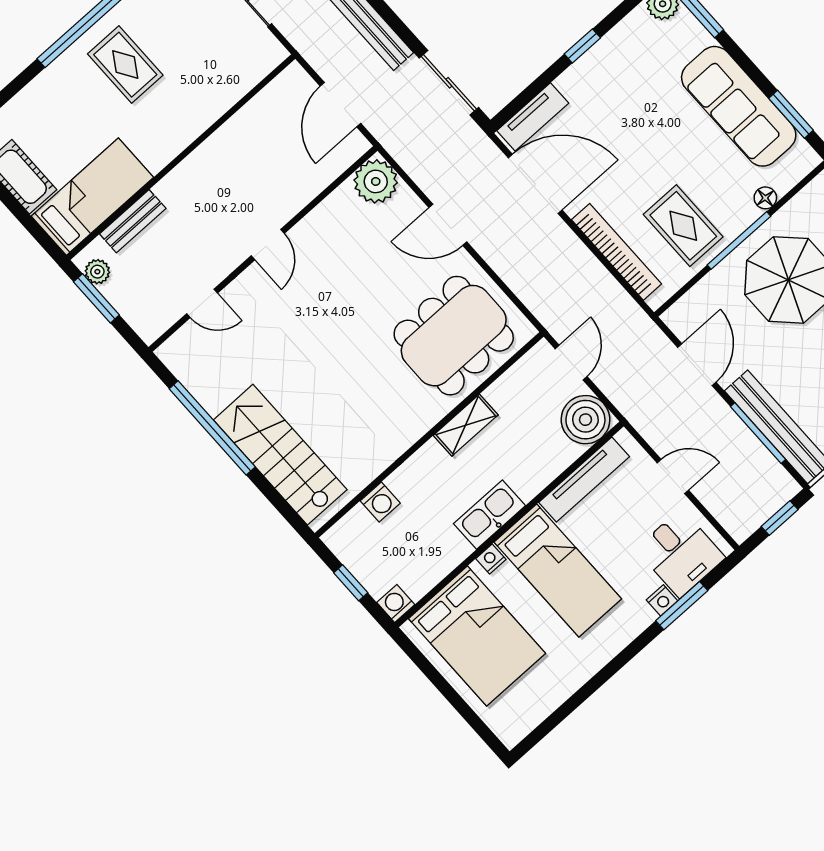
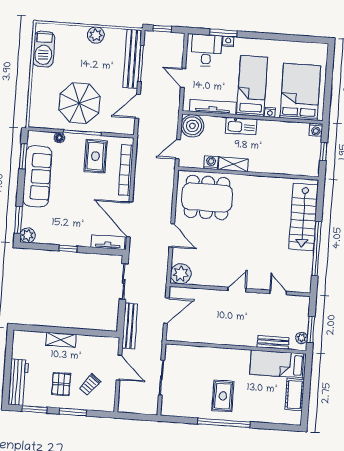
washing machine: (380, 502) -> (211, 163), moved
kitchen sink: (489, 515) -> (241, 126), moved

